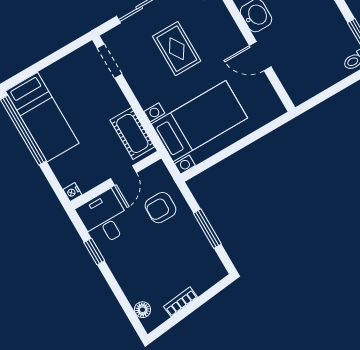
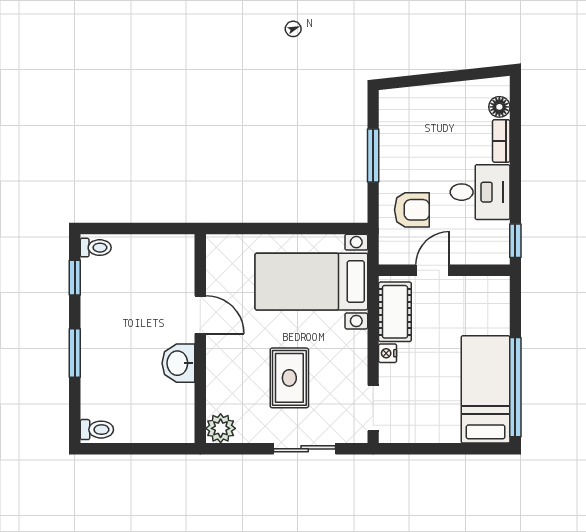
nightstand: (72, 192) -> (388, 353), moved, turned 180
desk: (104, 218) -> (480, 192), moved, turned -90
window: (94, 252) -> (515, 241), moved
bookcase: (181, 302) -> (501, 141), moved, turned 96

